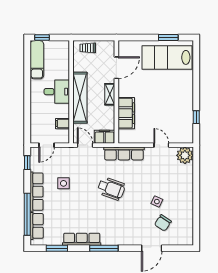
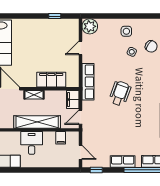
side table: (64, 183) -> (126, 31), moved
row of seats: (37, 192) -> (123, 161), width x0.68

